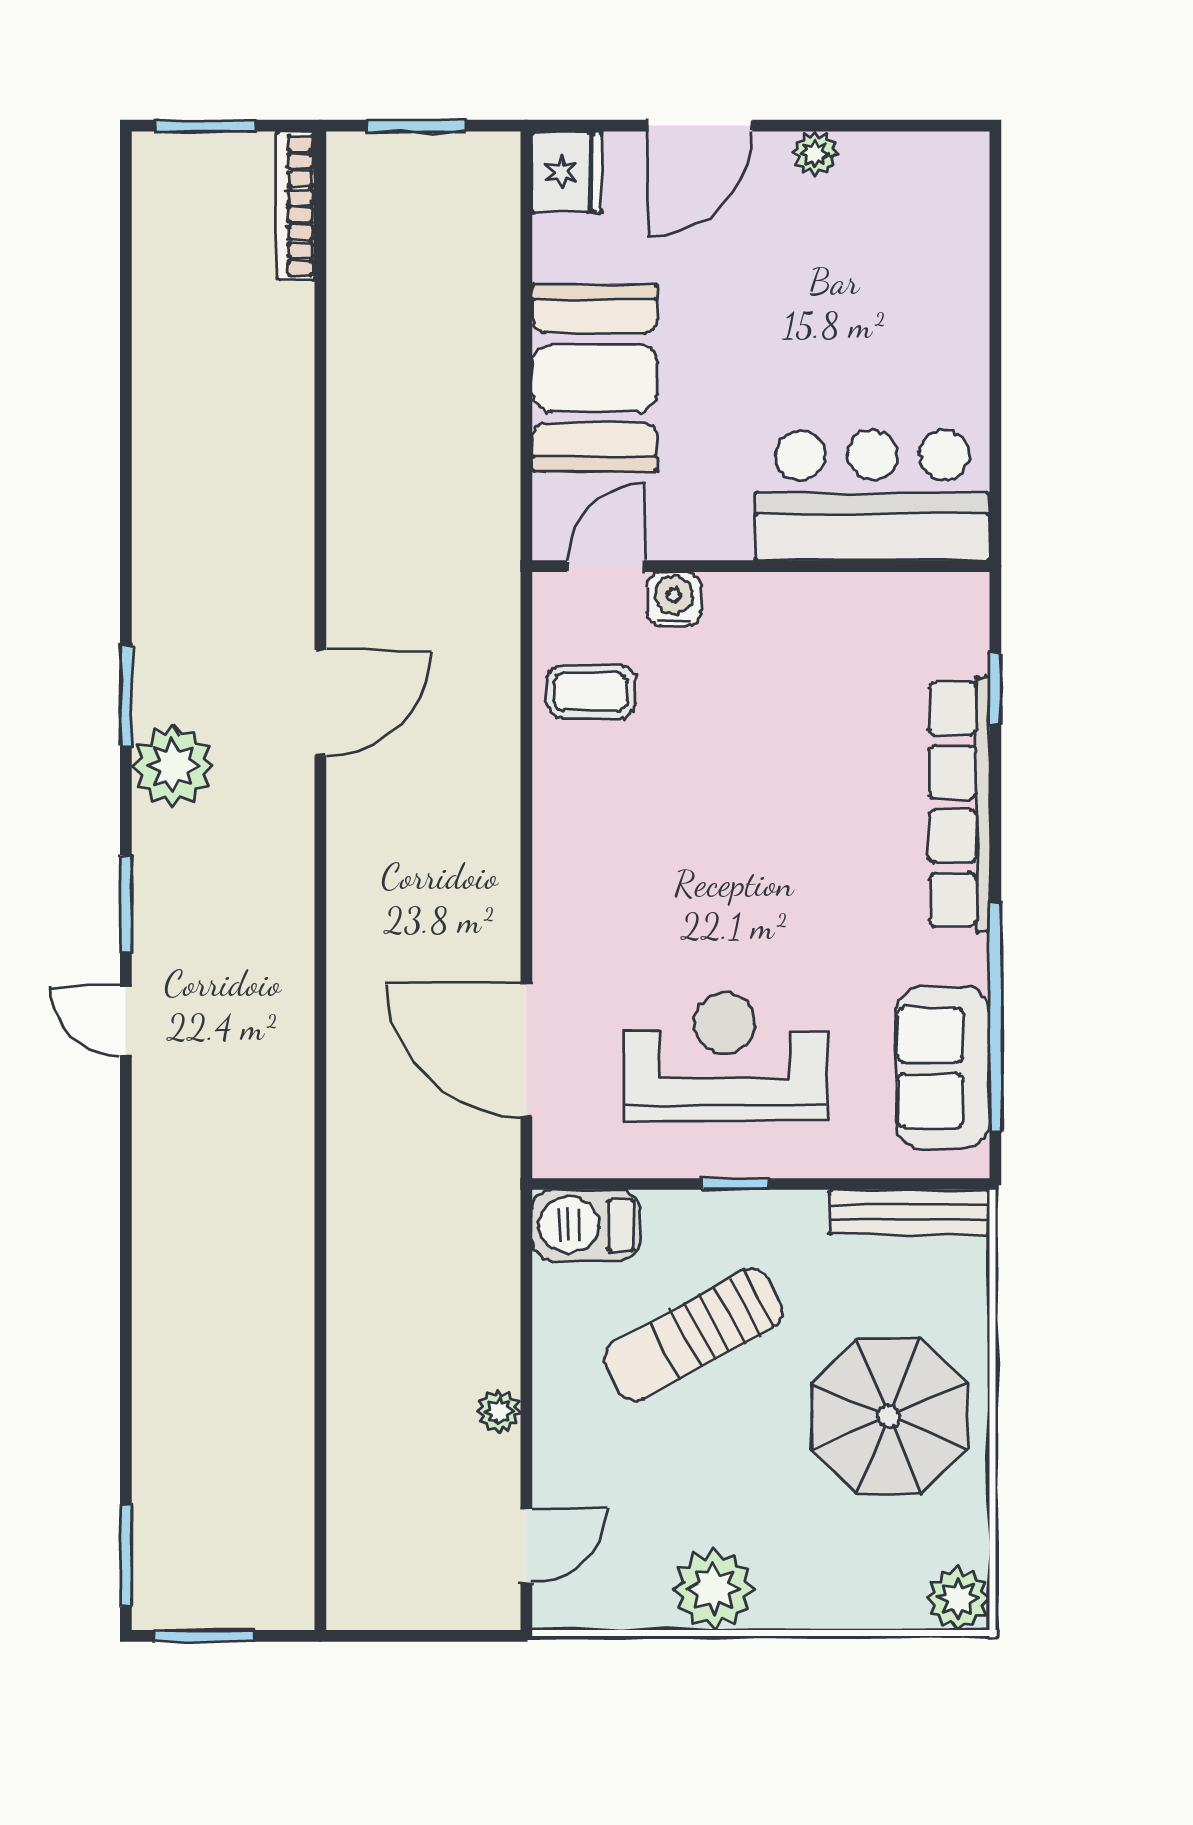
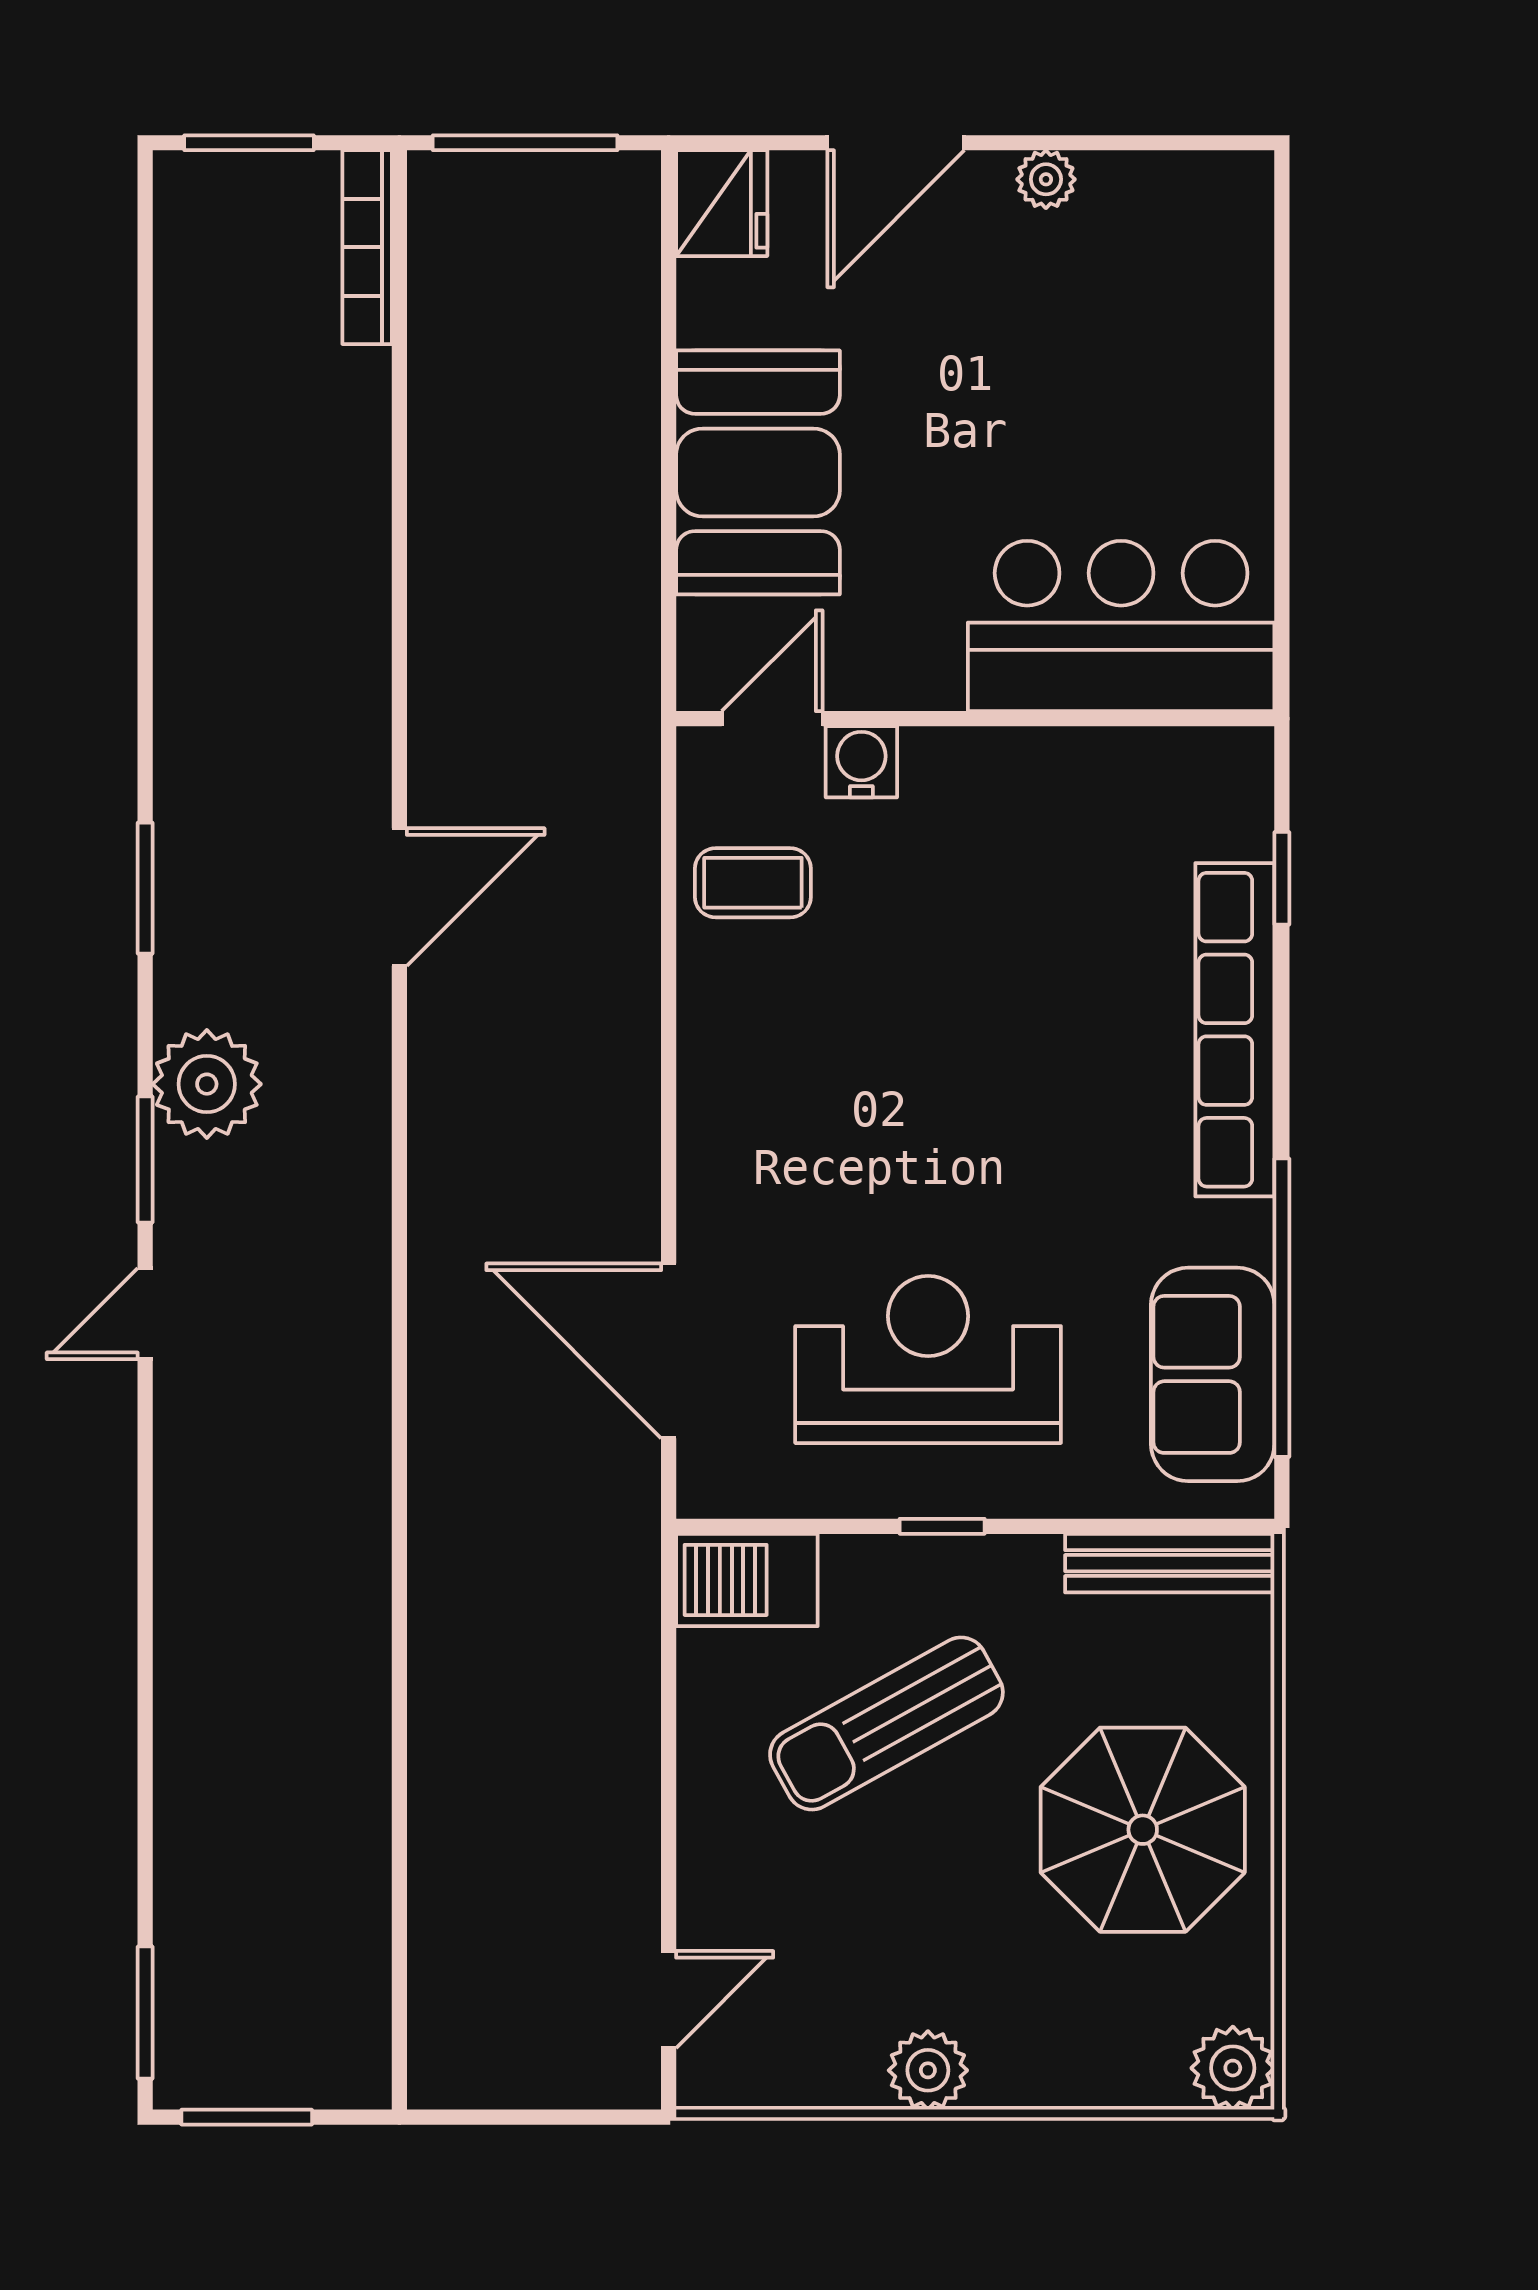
window: (417, 126) -> (525, 143), width x1.44
plant: (173, 766) -> (207, 1084), moved
door: (126, 1021) -> (145, 1314), hinge flipped
plant: (499, 1412) -> (633, 1824), removed
plant: (714, 1589) -> (928, 2070), width x0.73, depth x0.73

